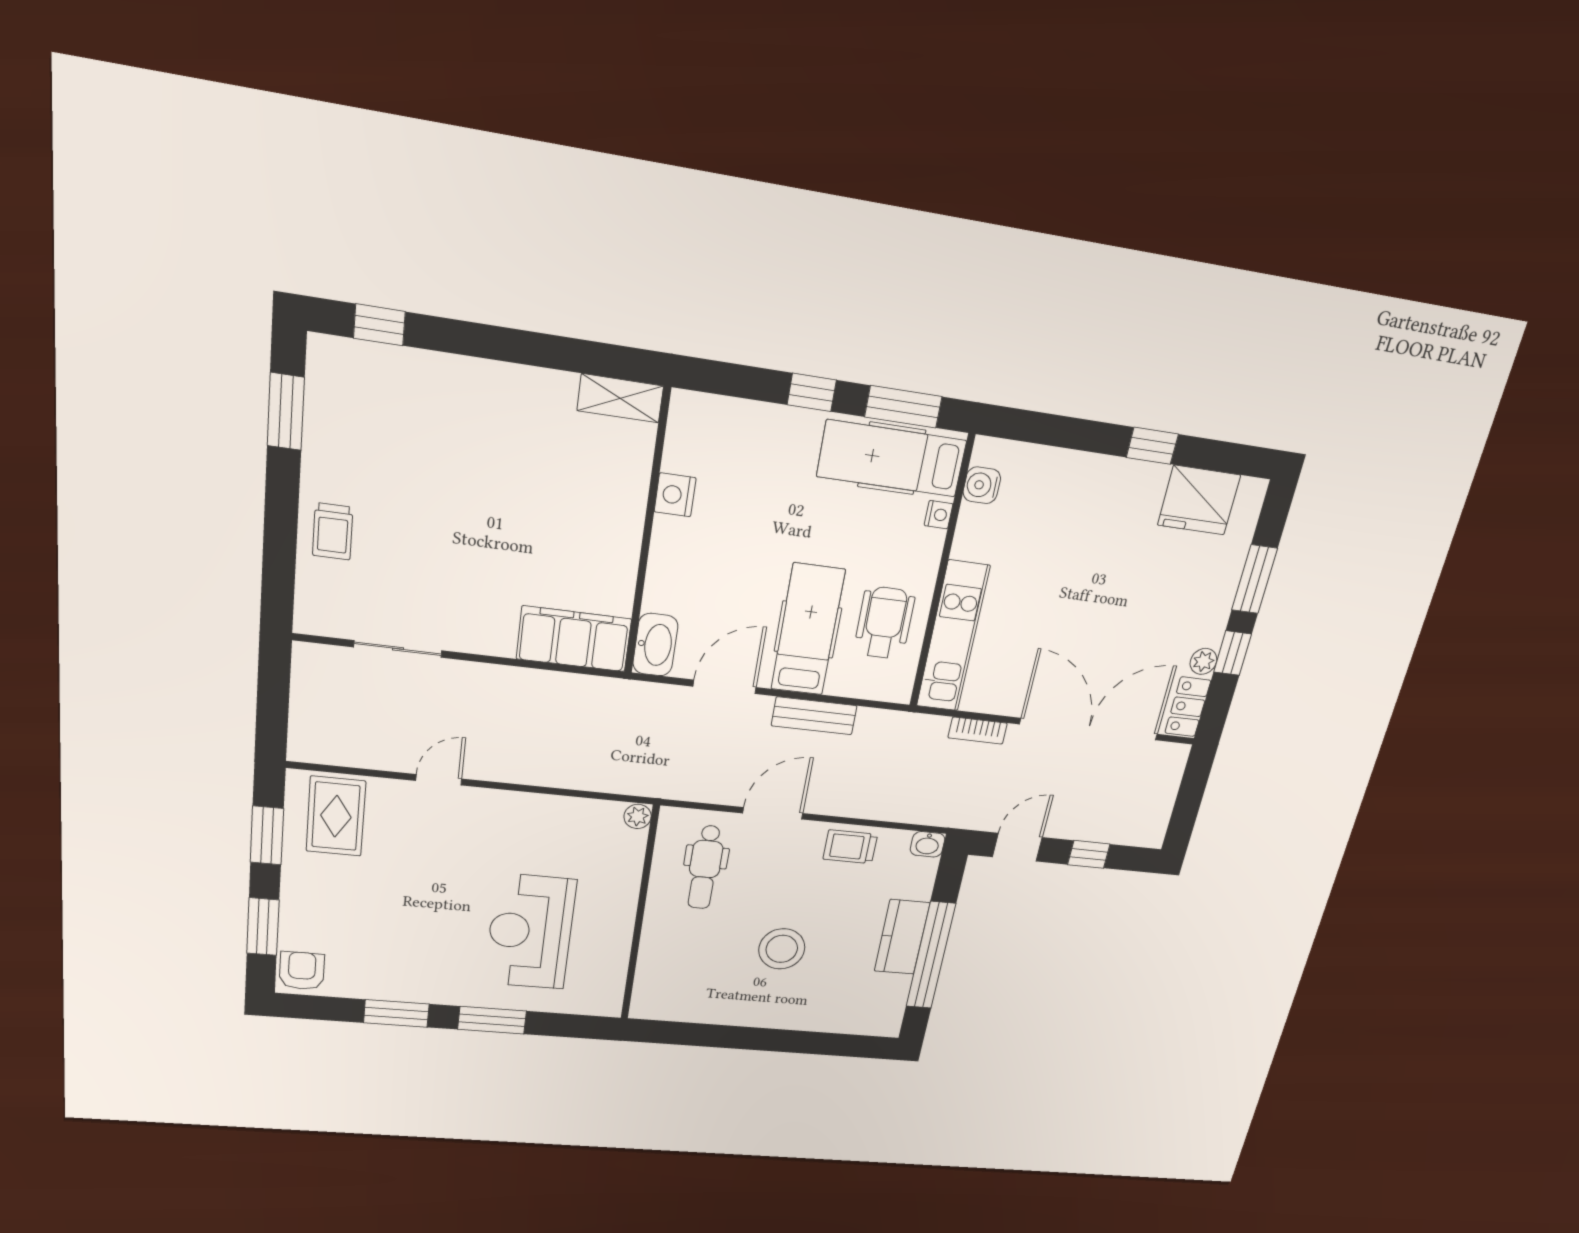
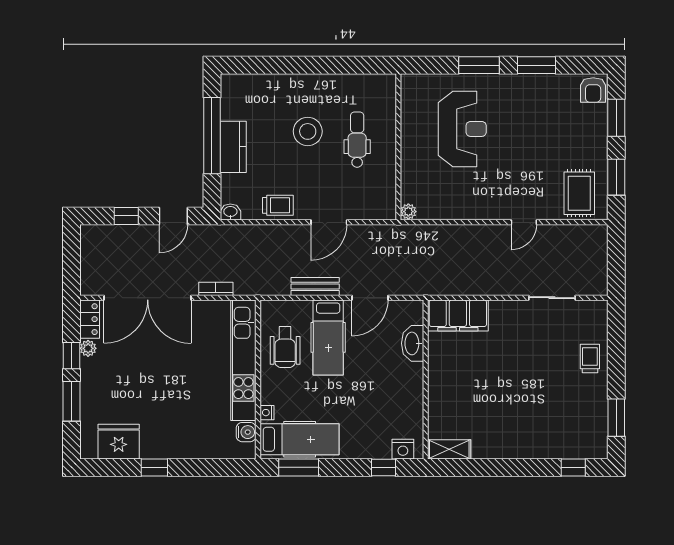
window: (812, 392) -> (383, 467), moved
nightstand: (675, 495) -> (403, 449), moved, turned 90
kitchen unit: (953, 637) -> (243, 360), width x1.36
washbasin: (655, 645) -> (413, 343), moved
dental chair: (705, 867) -> (357, 140), moved

